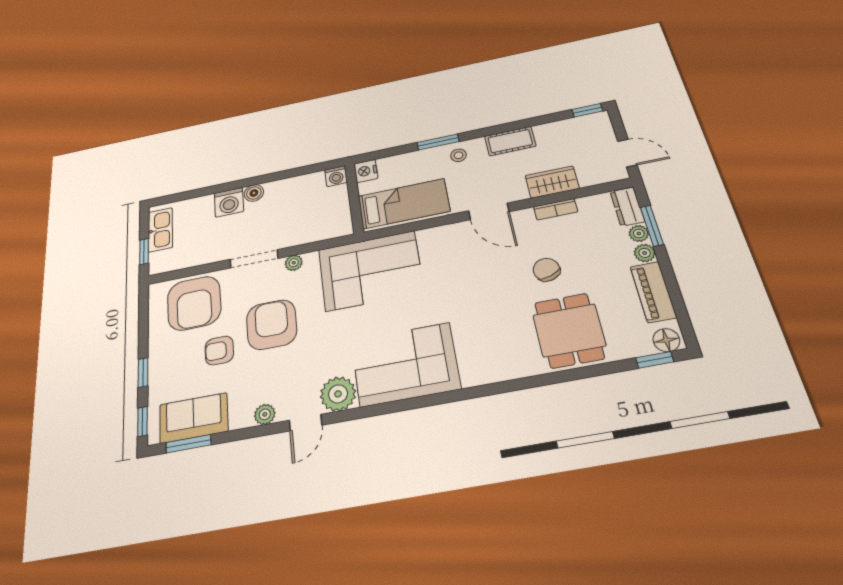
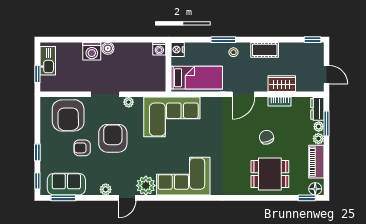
door: (489, 211) -> (243, 94), hinge flipped
dining table: (569, 330) -> (270, 174), turned 90

